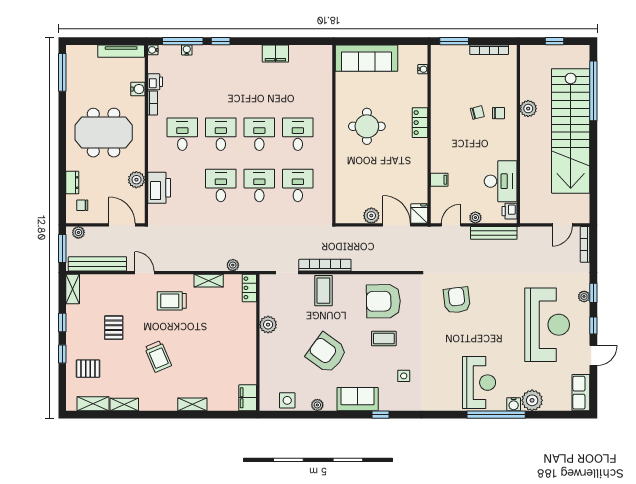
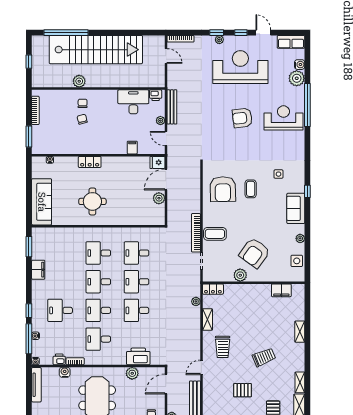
window: (306, 41) -> (29, 247), added
desk: (221, 83) -> (60, 310), added
armchair: (457, 300) -> (242, 118), moved
armchair: (326, 353) -> (255, 253), moved
filing cabinet: (248, 398) -> (281, 290), moved
water cooler: (514, 404) -> (300, 65), moved

